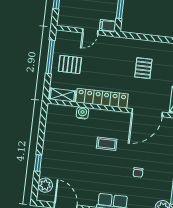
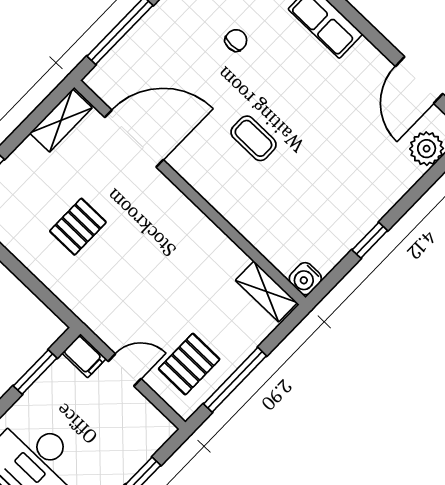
pallet: (70, 64) -> (189, 364), moved, turned 90
locker: (102, 98) -> (198, 230), removed
water cooler: (82, 113) -> (305, 279), moved
window: (38, 163) -> (370, 240), moved

